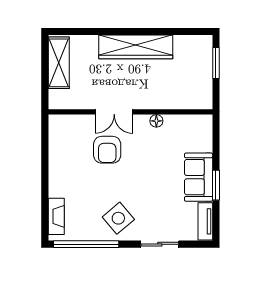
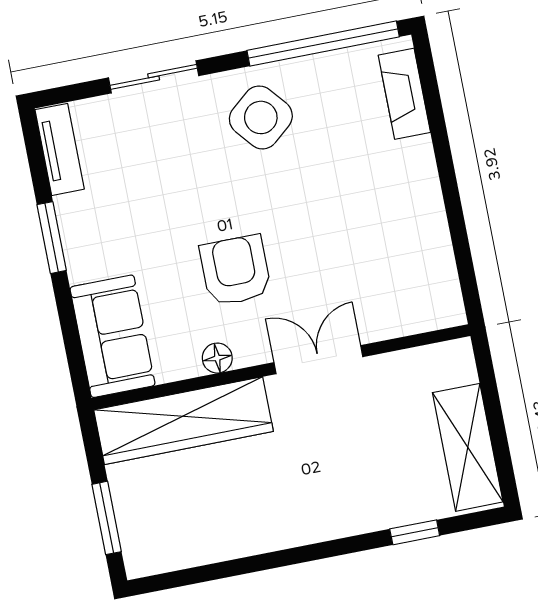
window: (88, 32) -> (415, 532), added
wardrobe: (136, 47) -> (184, 421), moved, turned 180
armchair: (107, 150) -> (235, 270), moved
sofa: (199, 177) -> (113, 336), moved

